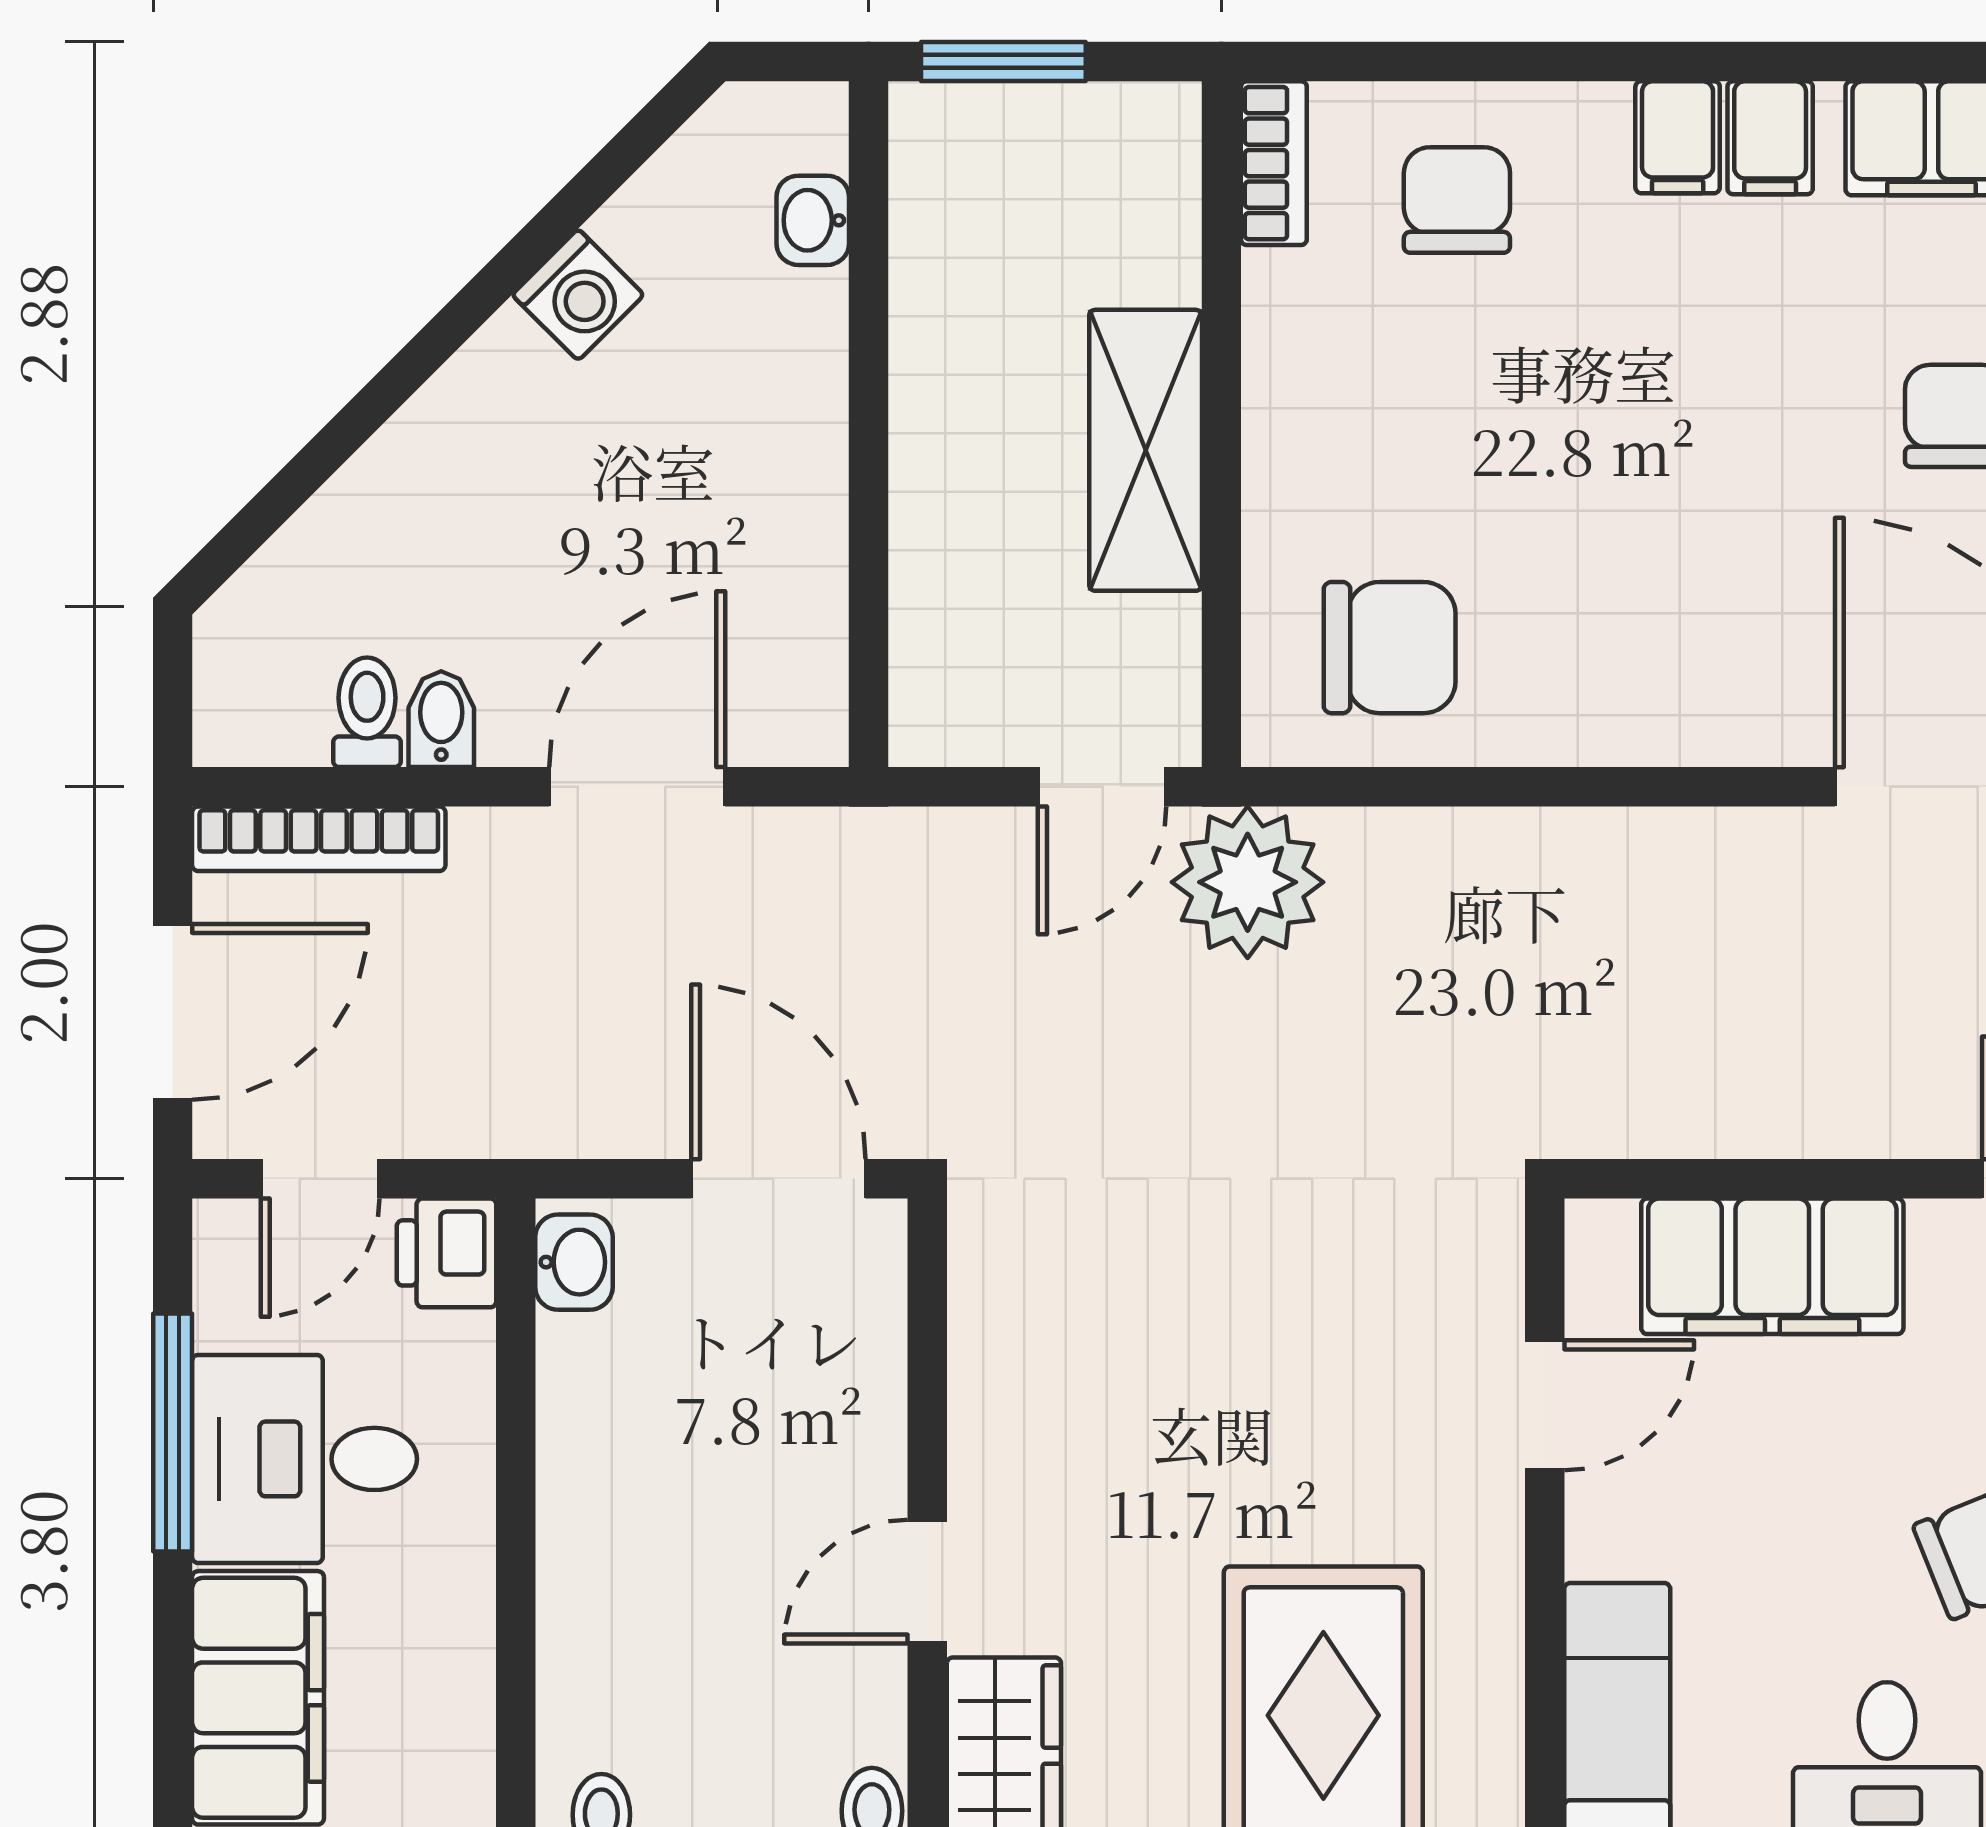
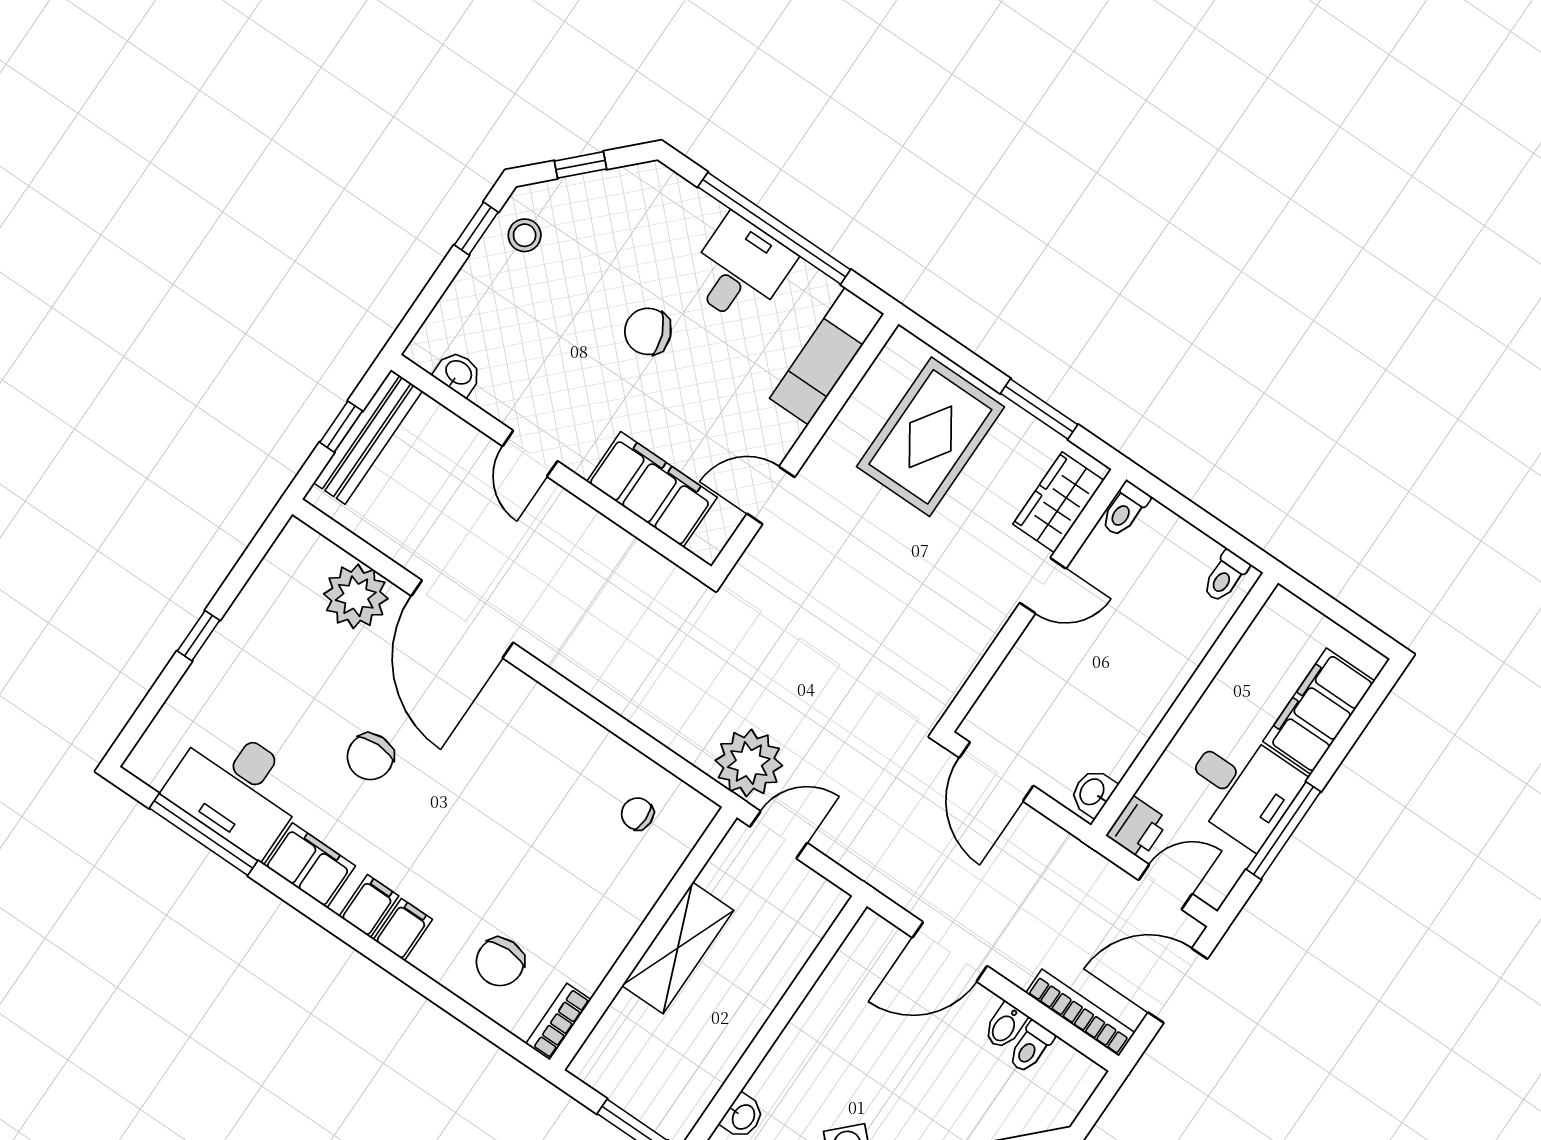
chair: (1390, 648) -> (637, 814), width x0.54, depth x0.54

